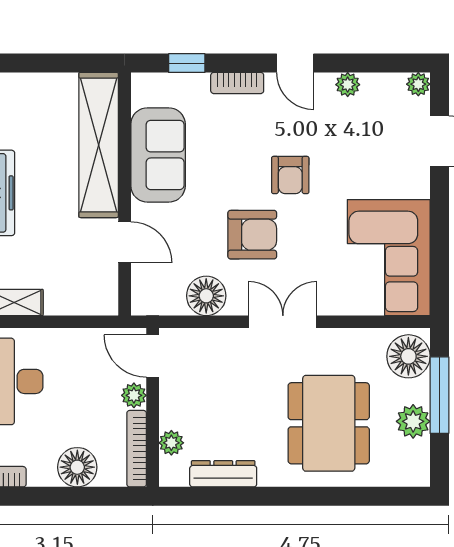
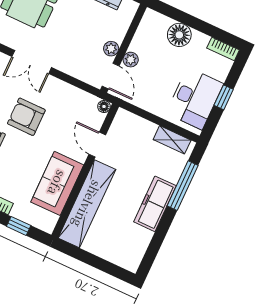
floor lamp: (206, 296) -> (104, 106), moved, width x0.53, depth x0.53
plant: (171, 443) -> (111, 49), moved
bookcase: (137, 449) -> (143, 30), removed

